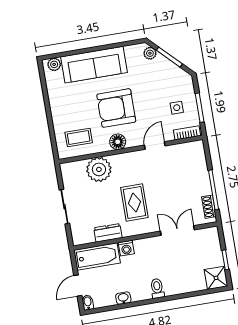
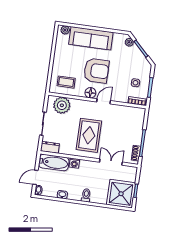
armchair: (116, 108) -> (96, 71), turned 180
door: (155, 145) -> (104, 101), moved
plant: (99, 169) -> (62, 105), moved
rug: (134, 203) -> (89, 135), width x1.36, depth x1.43
dresser: (108, 233) -> (50, 147), moved
shower: (216, 278) -> (121, 194), width x1.86, depth x1.86

